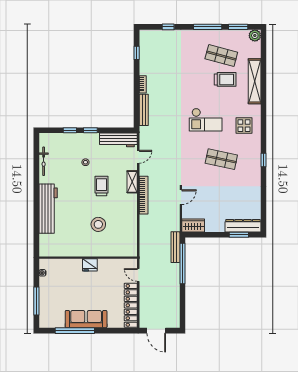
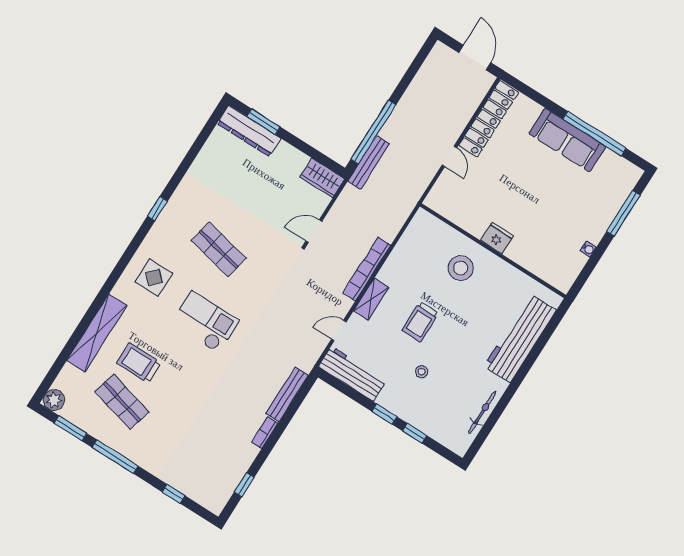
wall: (88, 258) -> (493, 251), moved
fridge: (90, 265) -> (497, 238), moved

